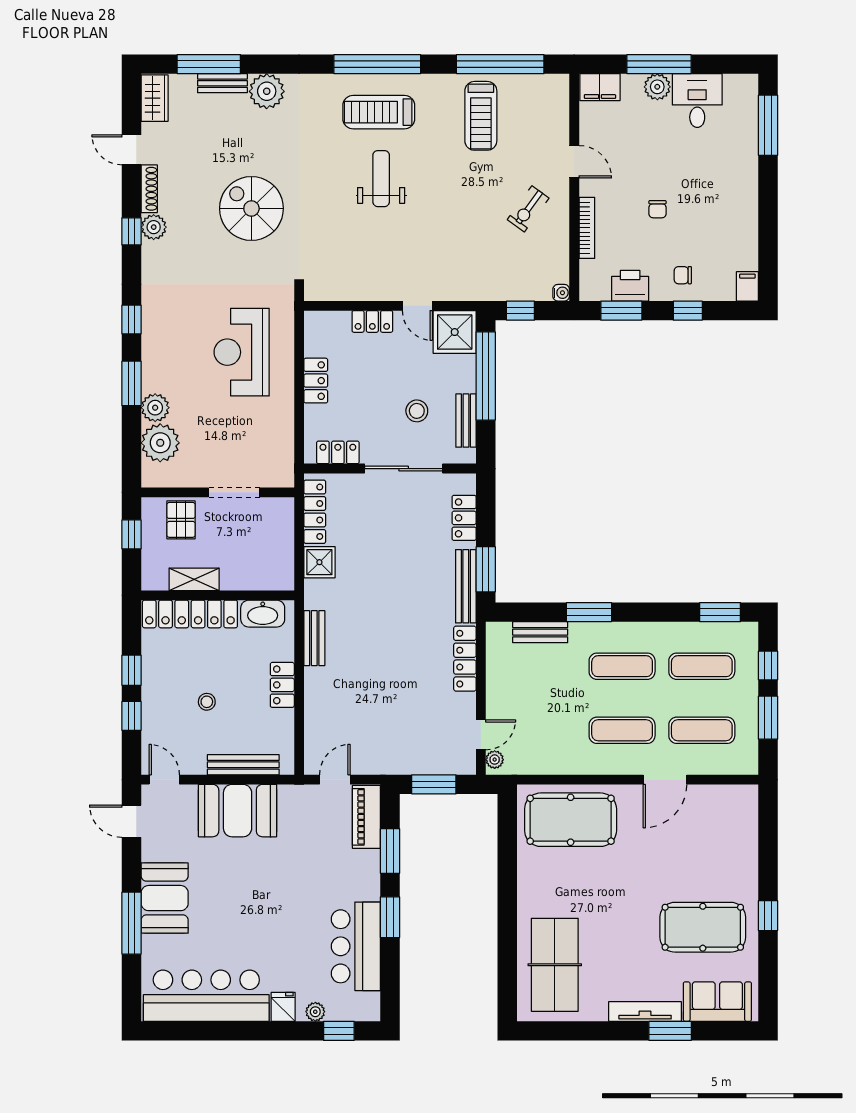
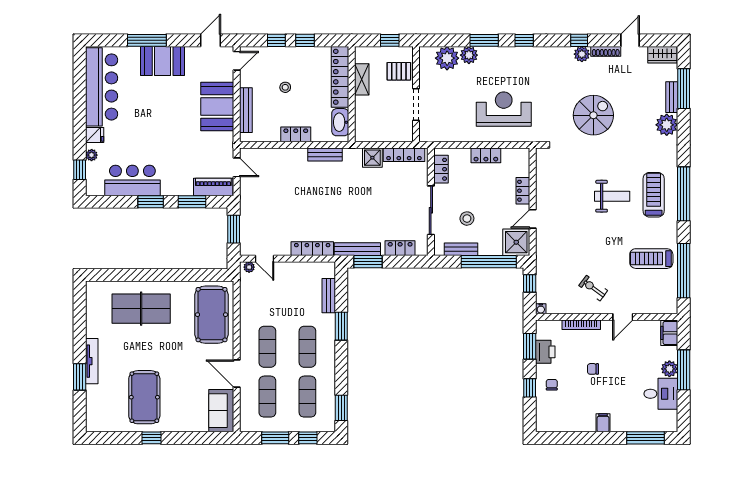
filing cabinet: (747, 286) -> (603, 423), moved, turned -90
table tennis table: (555, 965) -> (141, 309), moved
sofa: (717, 1002) -> (221, 411), moved, turned 180

